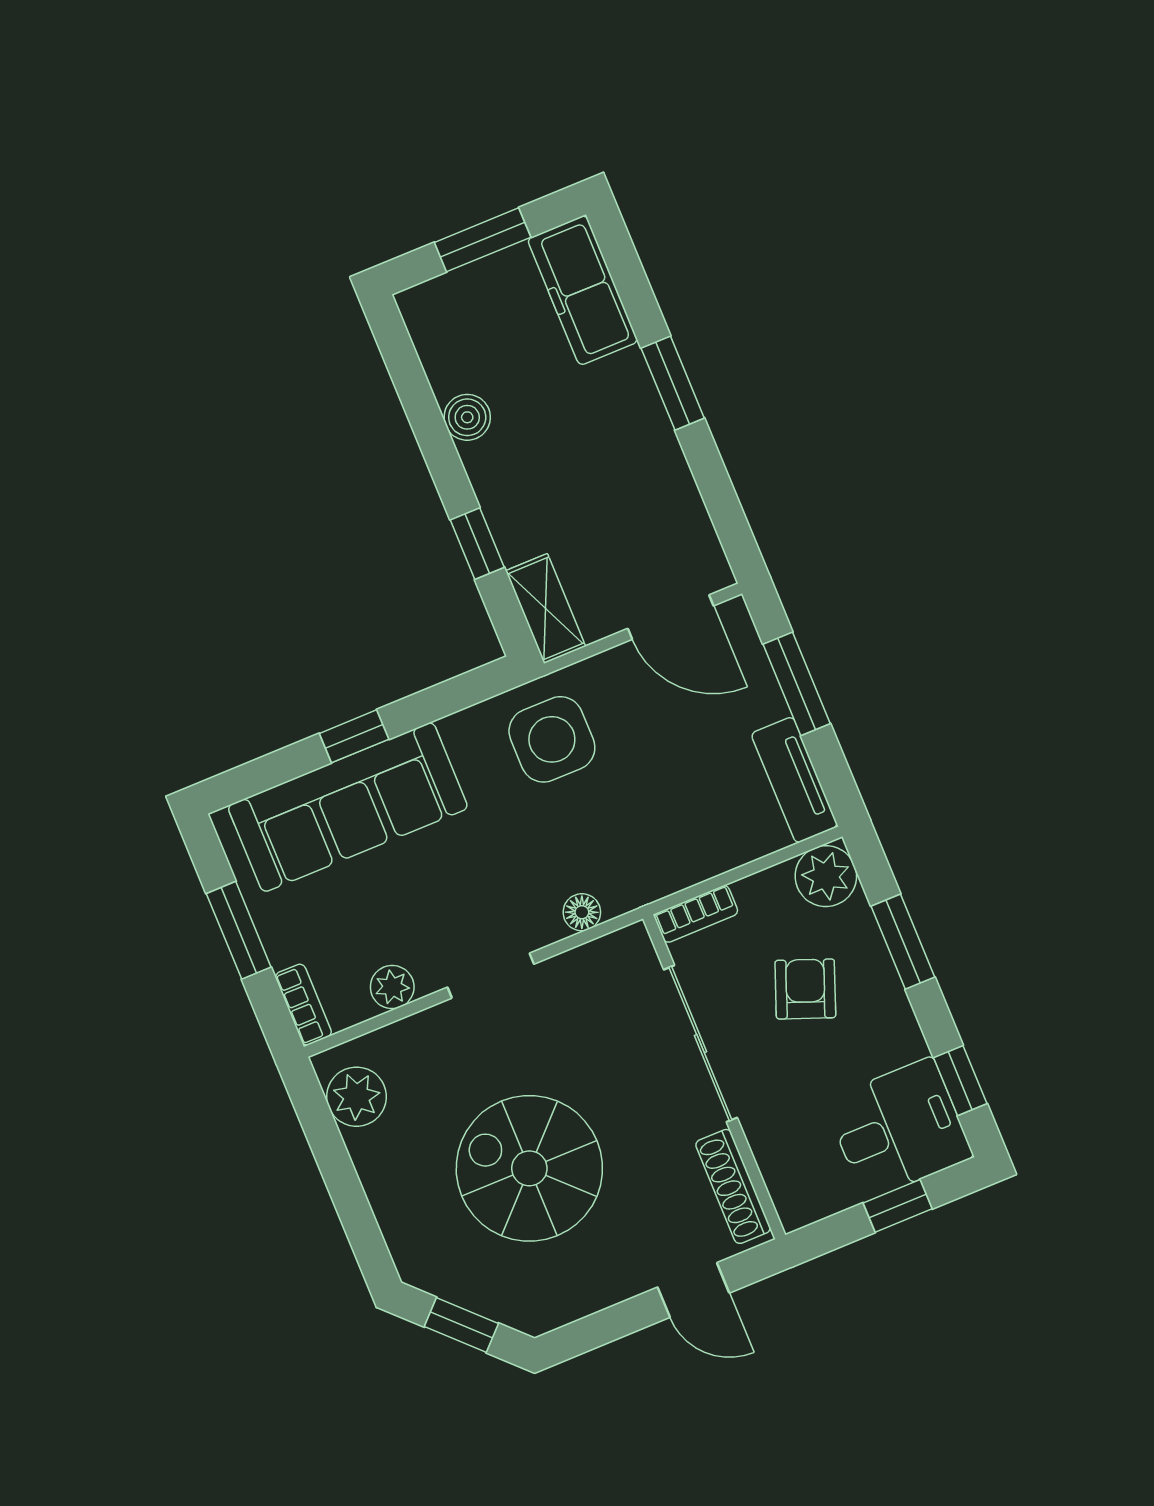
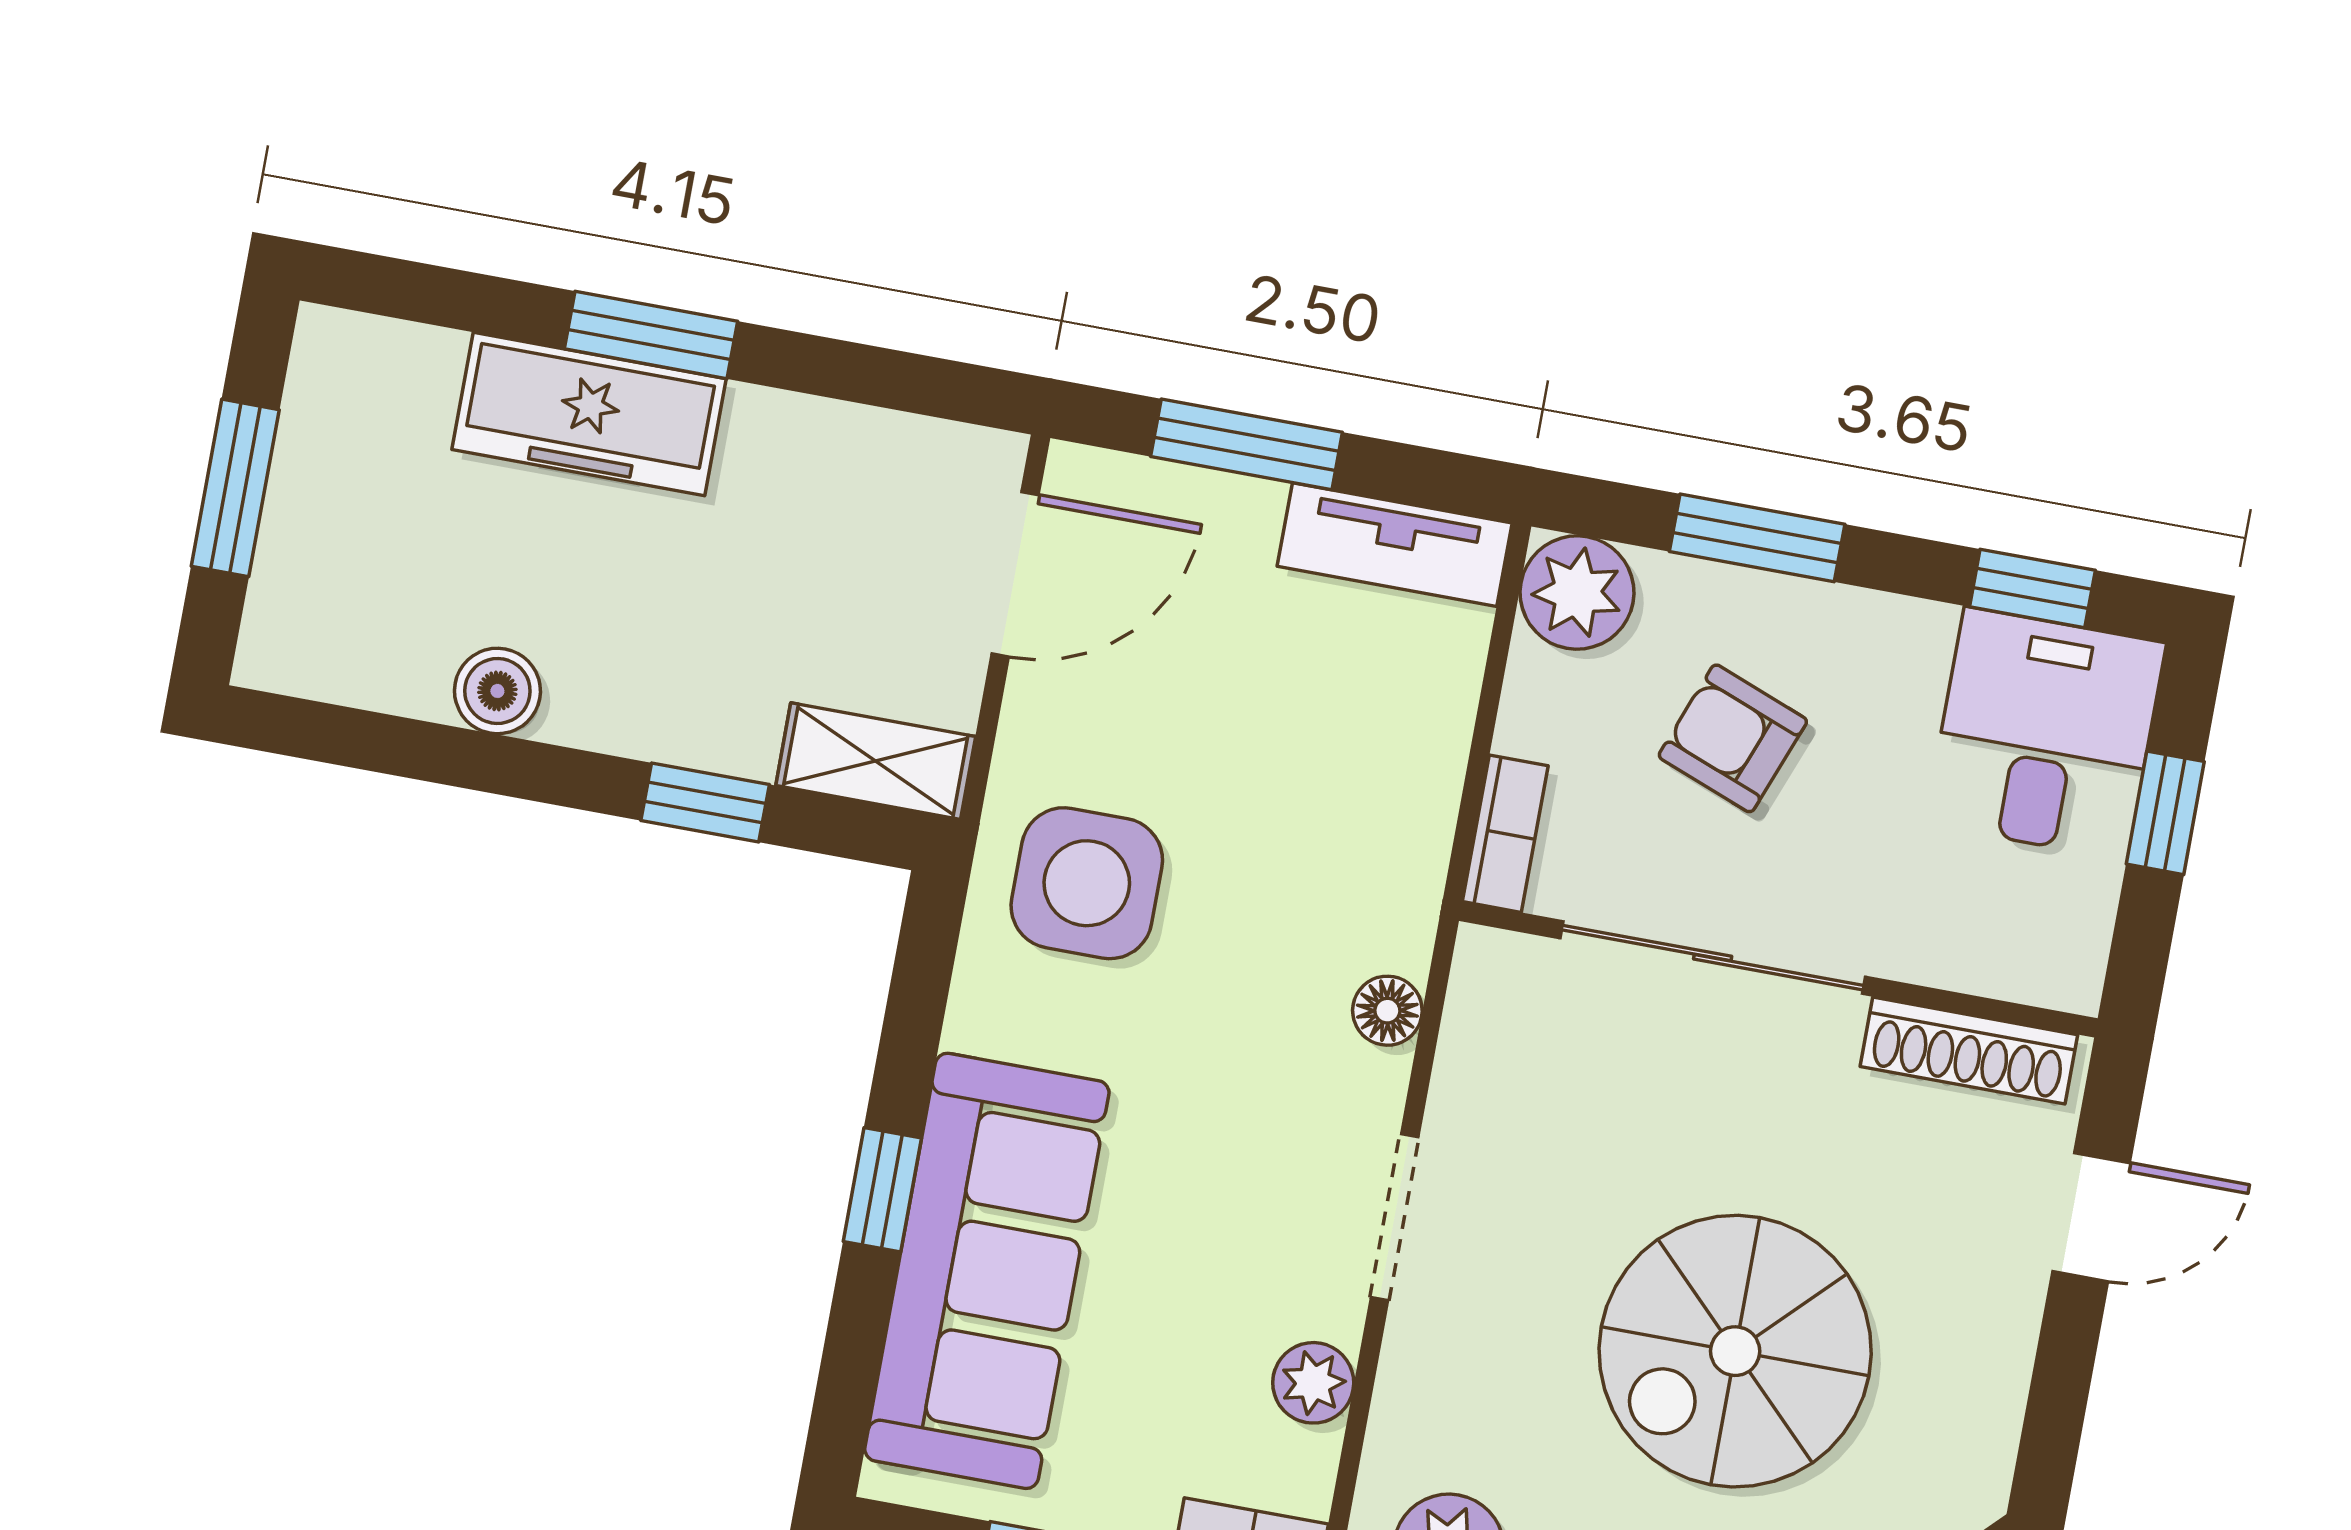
freezer: (583, 290) -> (589, 414), moved

